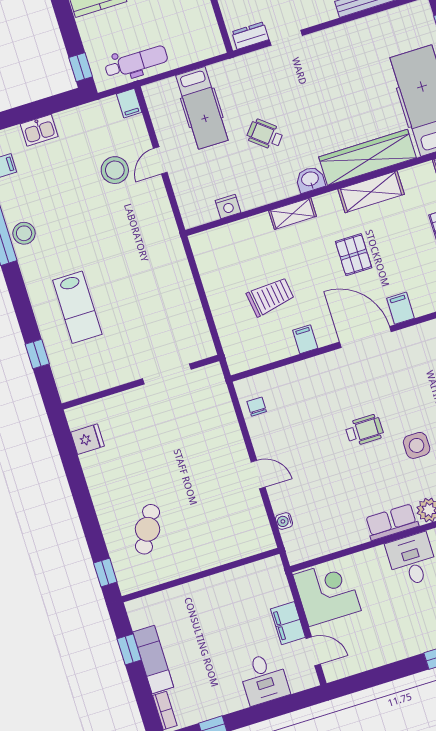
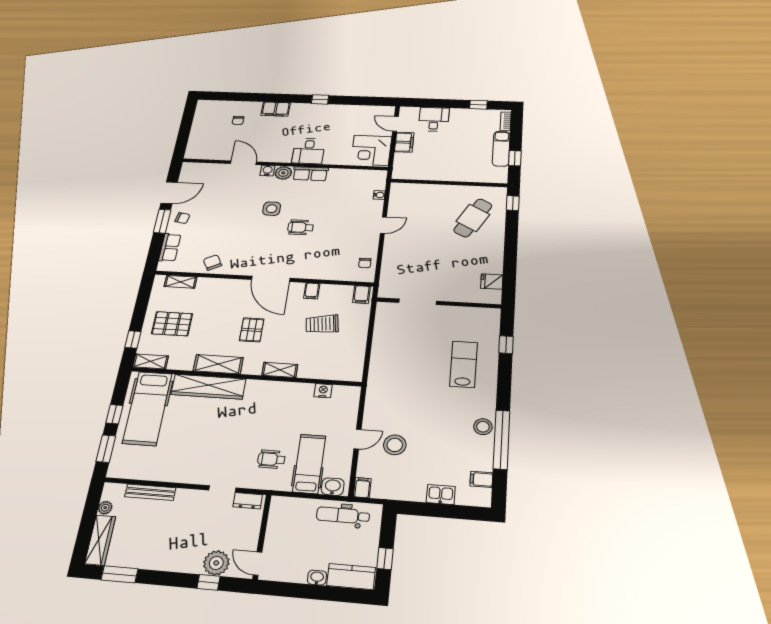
window: (81, 67) -> (385, 559), moved
wheelchair: (265, 134) -> (271, 459), moved, turned 141
washbasin: (310, 179) -> (333, 487), moved, turned 180
filing cabinet: (400, 308) -> (361, 294), moved
door: (258, 475) -> (383, 225), swing flipped
cafe table: (148, 529) -> (473, 218), width x1.37, depth x1.35

